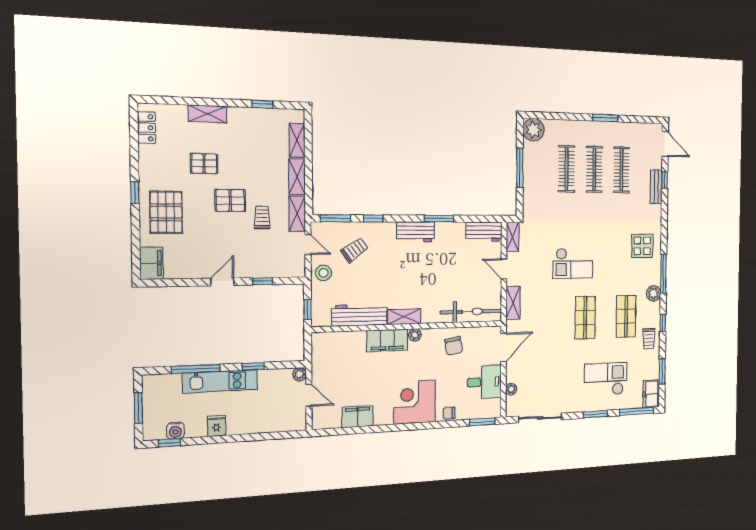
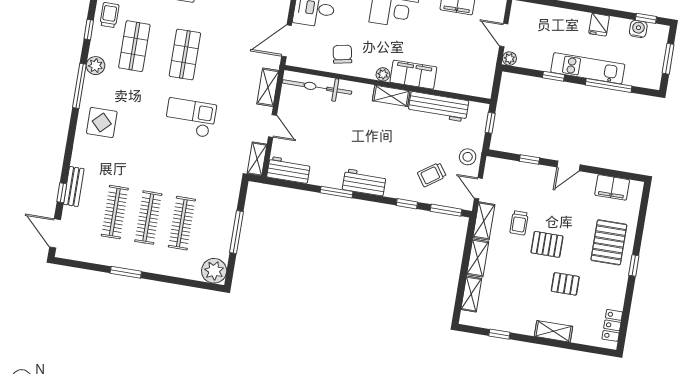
filing cabinet: (151, 263) -> (612, 187), moved, turned -90

